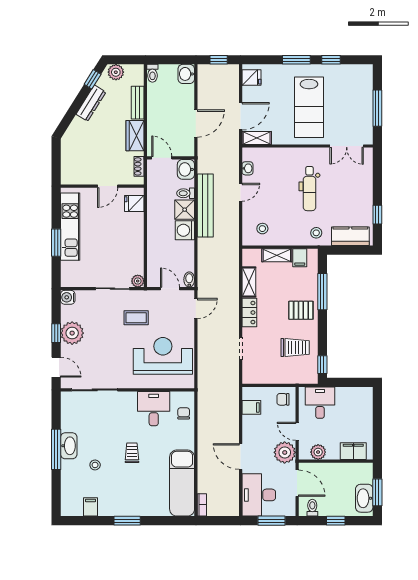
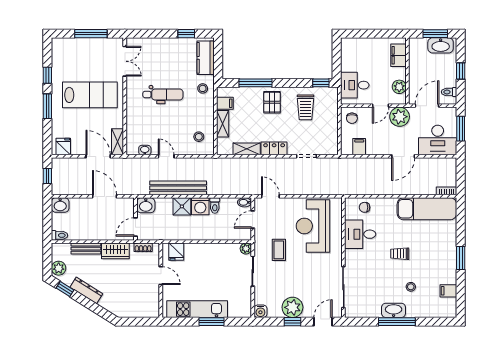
toilet: (186, 193) -> (215, 206), moved
trolley: (295, 348) -> (305, 107), turned 180

